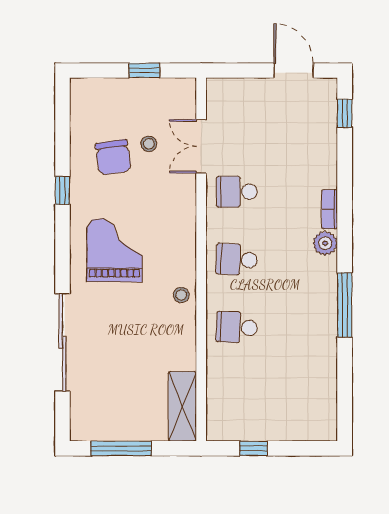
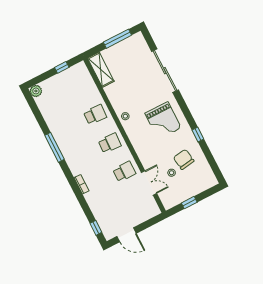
plant: (325, 243) -> (36, 91), moved

